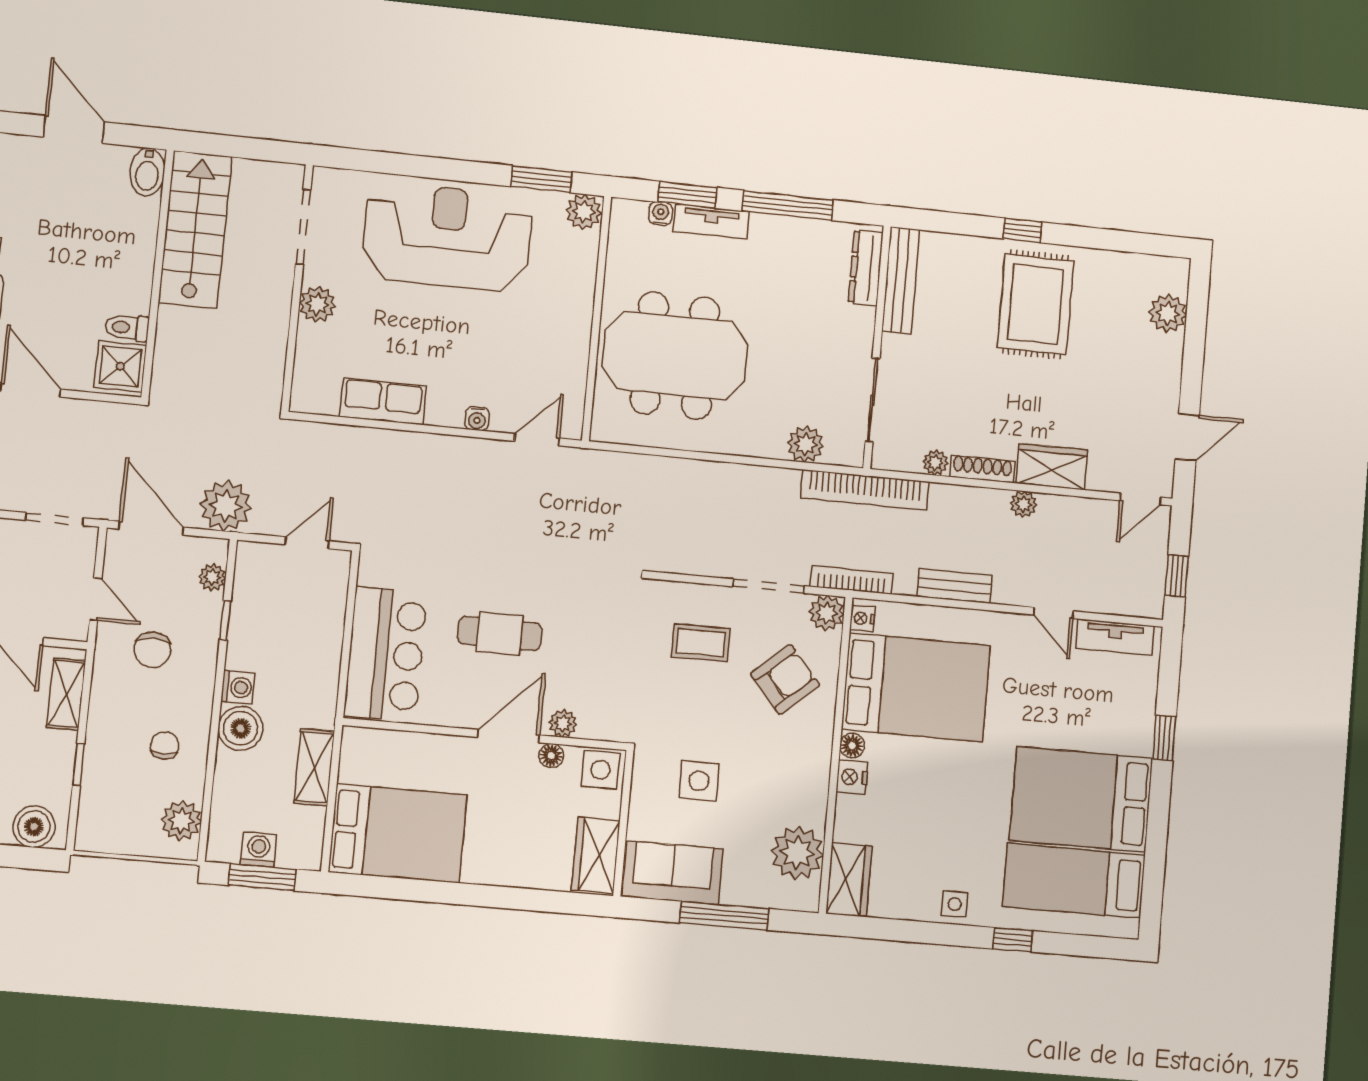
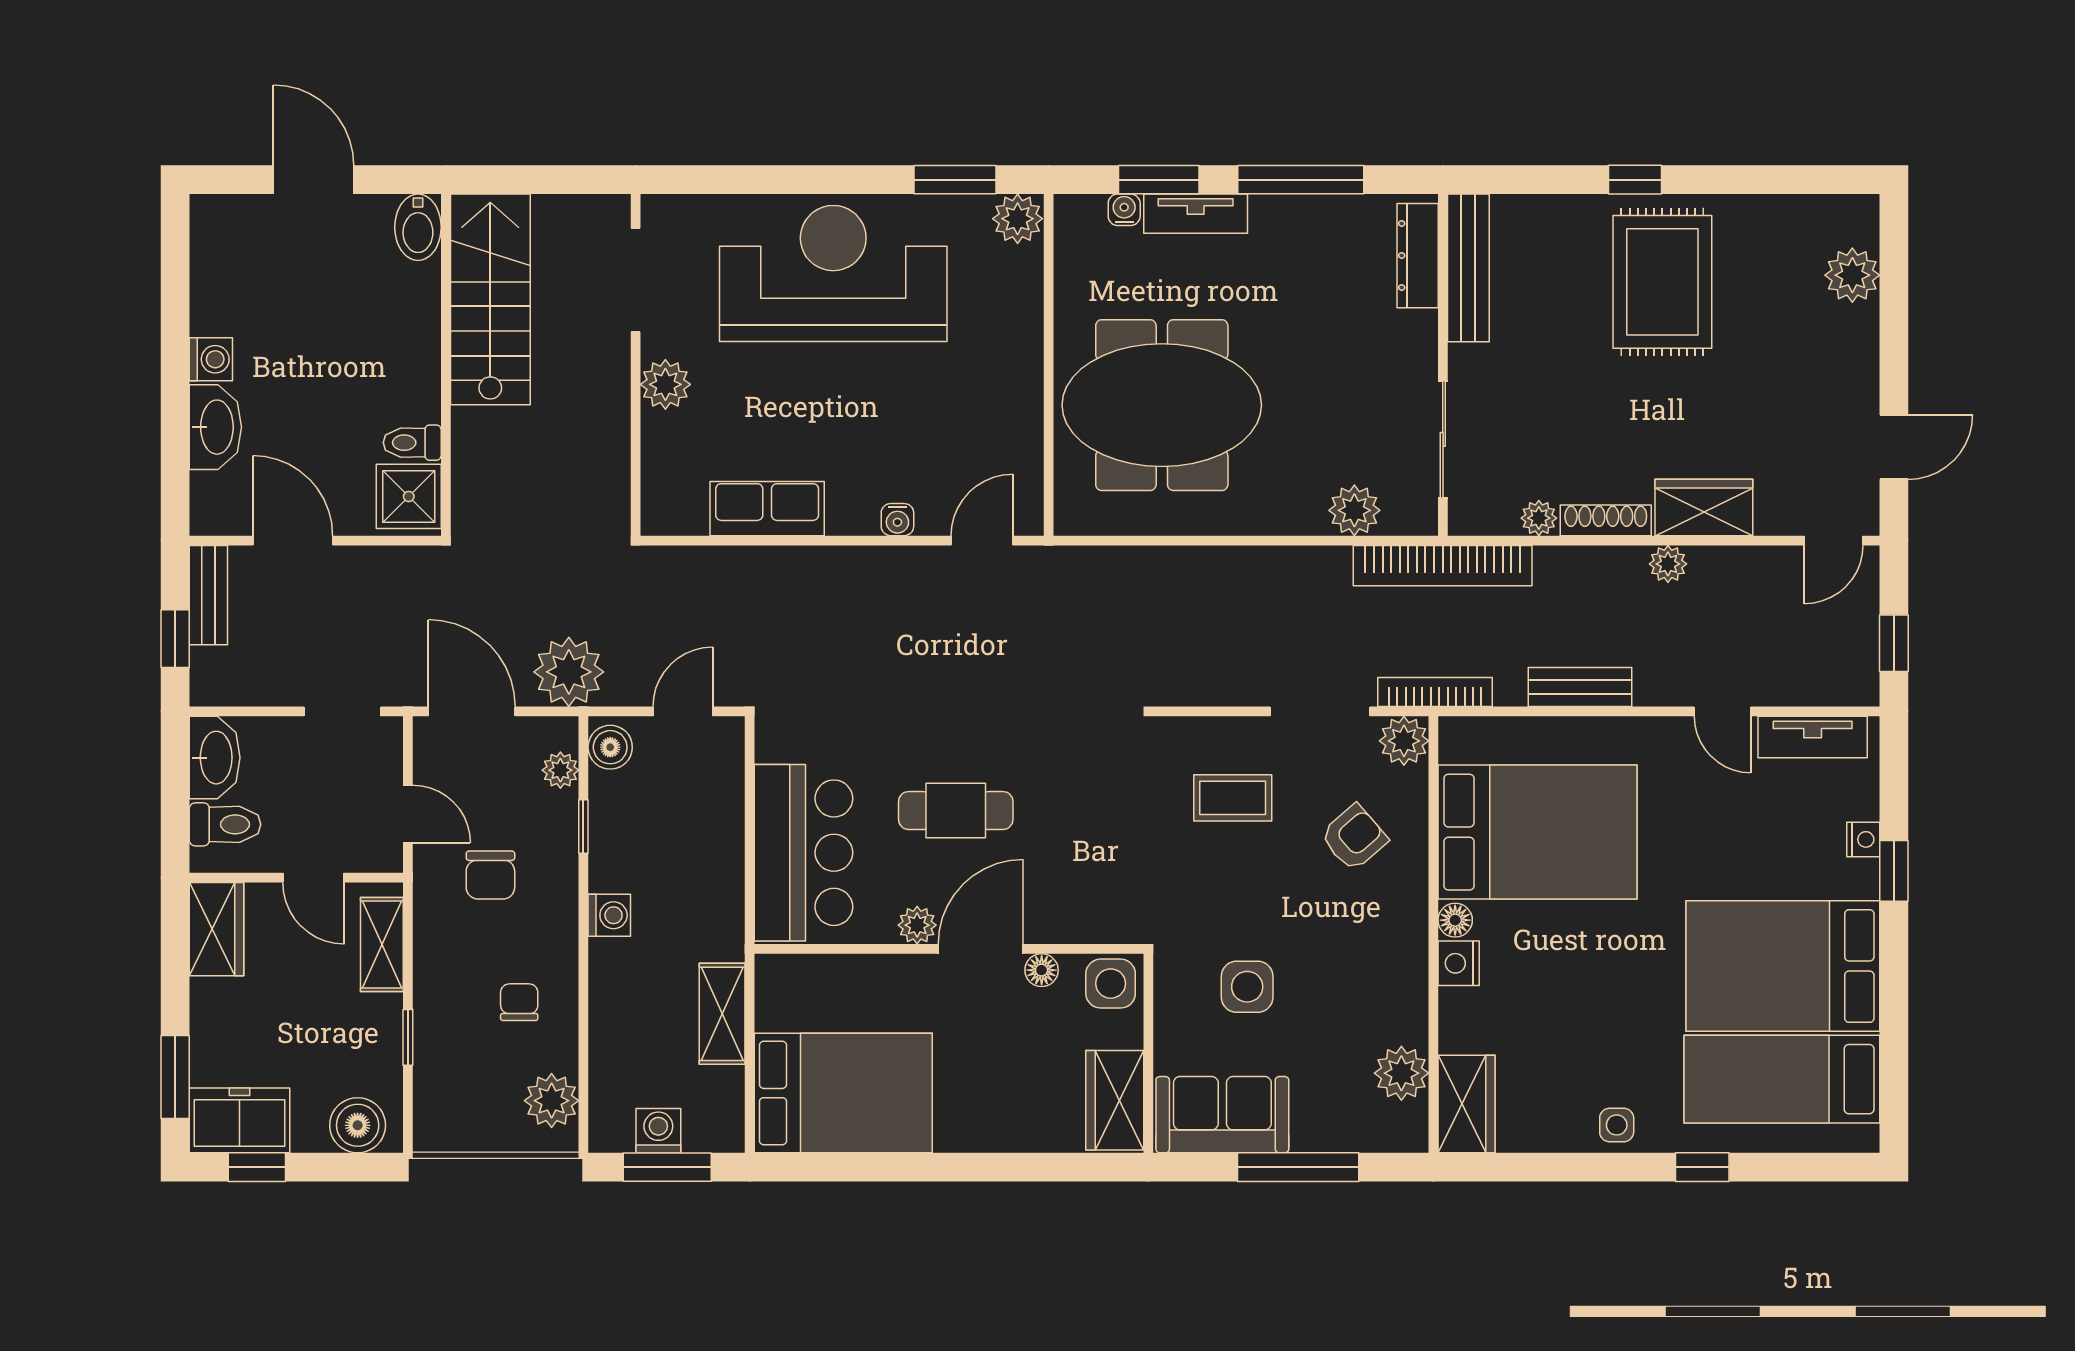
nightstand: (862, 618) -> (1863, 839), moved, turned 180
armchair: (785, 679) -> (1354, 838), width x0.72, depth x0.72
plant: (563, 723) -> (917, 925), moved
boiler: (240, 728) -> (610, 747), moved, width x0.73, depth x0.73
plant: (797, 853) -> (1401, 1073), width x0.73, depth x0.73

